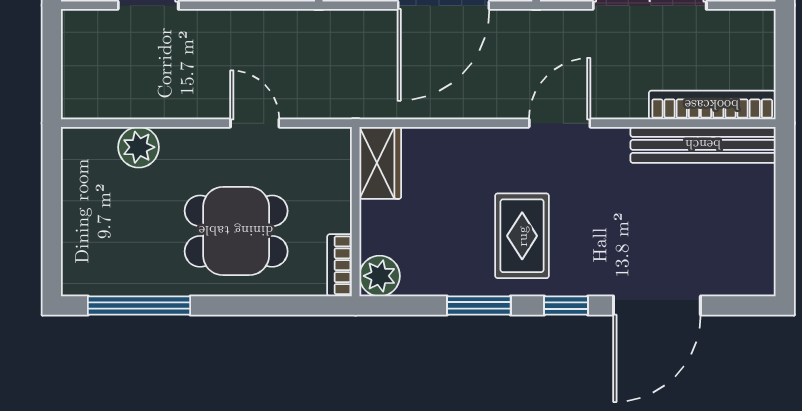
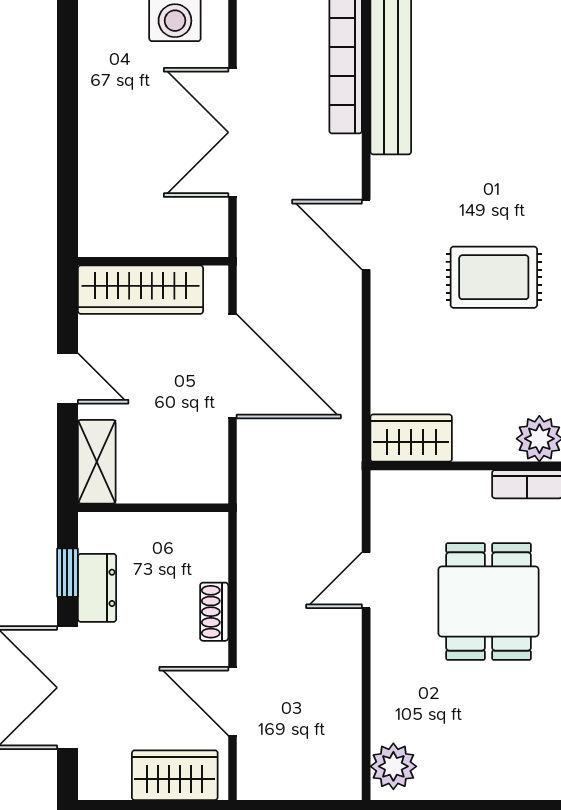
plant: (139, 147) -> (393, 766), moved

